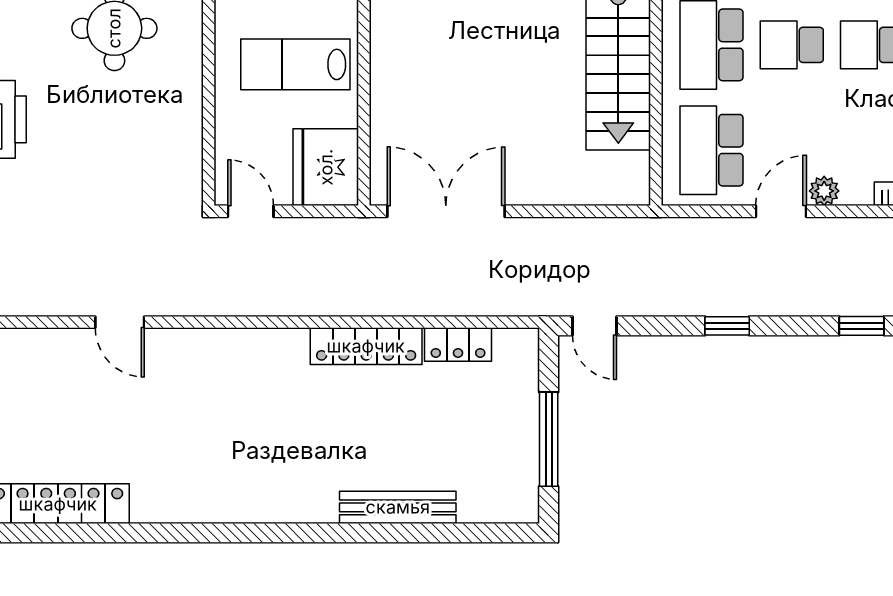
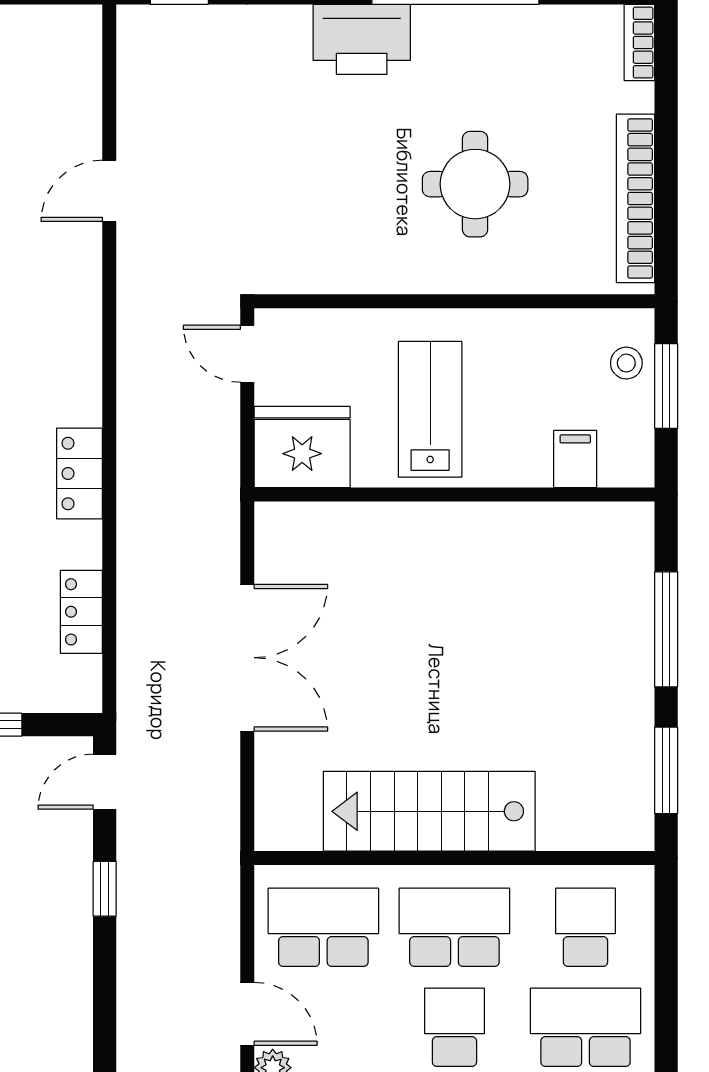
door: (251, 211) -> (247, 354), swing flipped
double door: (446, 211) -> (247, 658), moved
window: (727, 326) -> (105, 889), moved
locker: (366, 346) -> (79, 473), width x0.66

